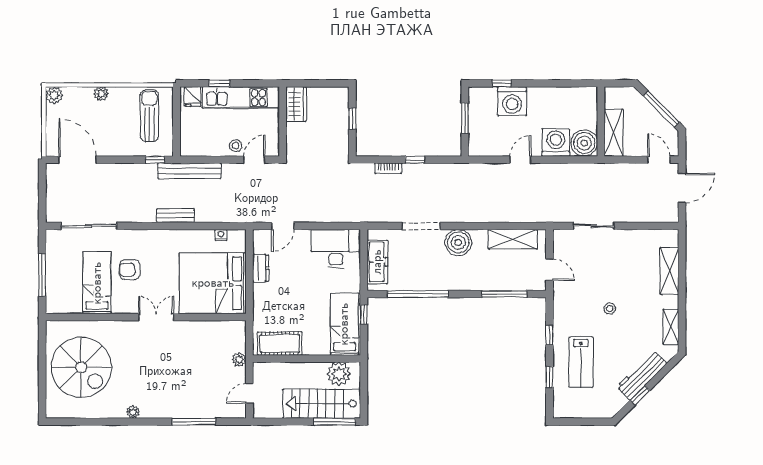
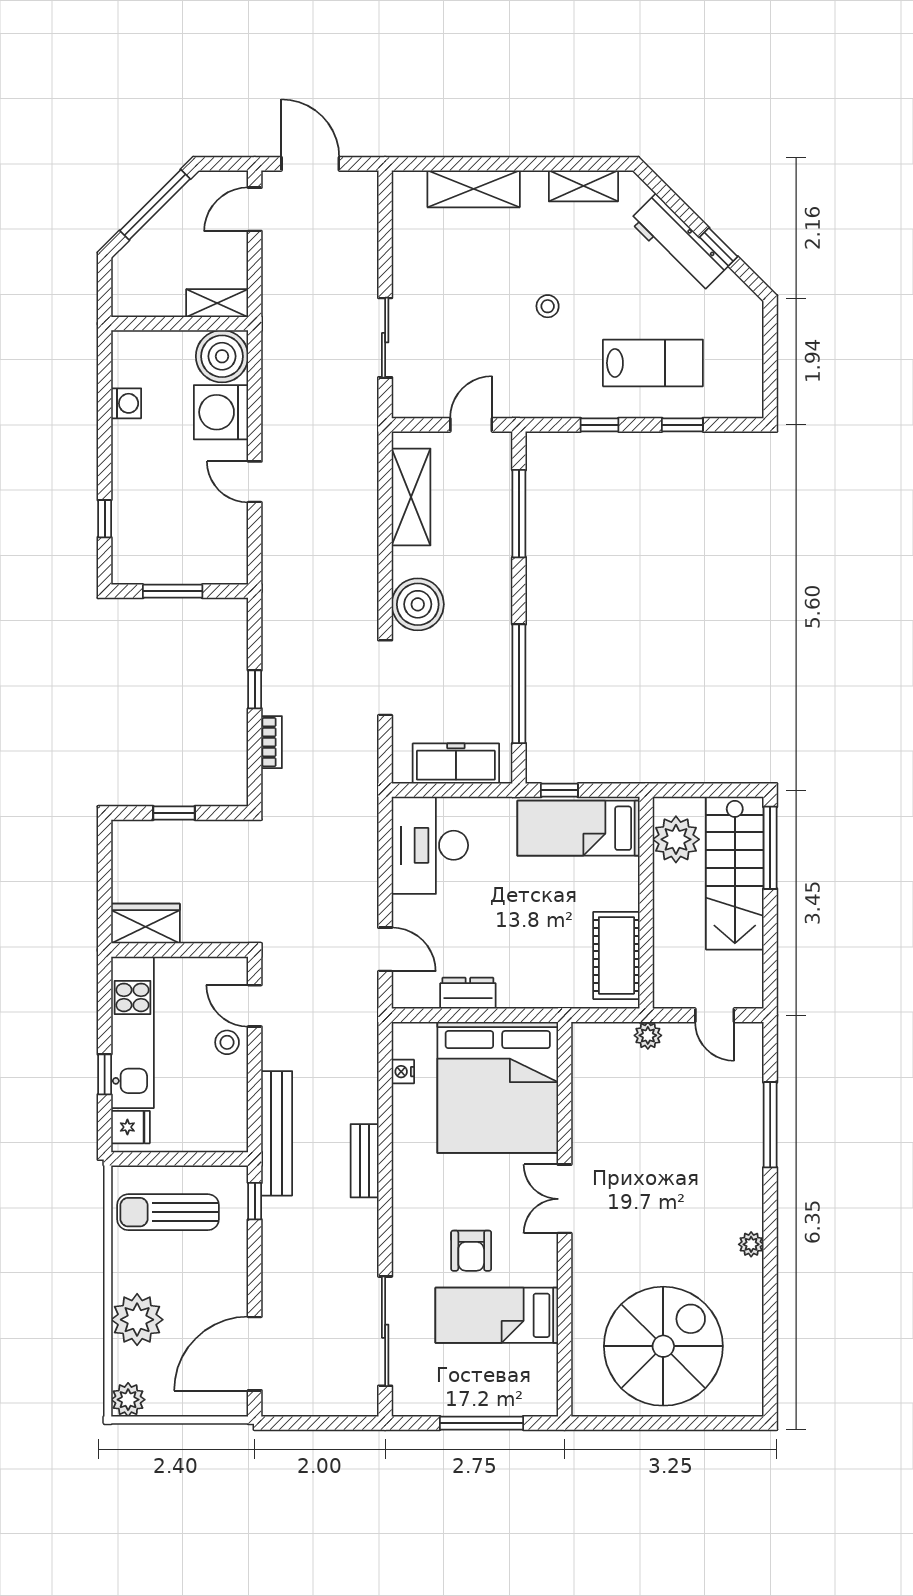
plant: (101, 94) -> (137, 1320), width x1.88, depth x1.88
washing machine: (512, 101) -> (126, 403), moved, width x0.53, depth x0.53
shelving: (614, 133) -> (217, 303), width x0.67, depth x0.75

